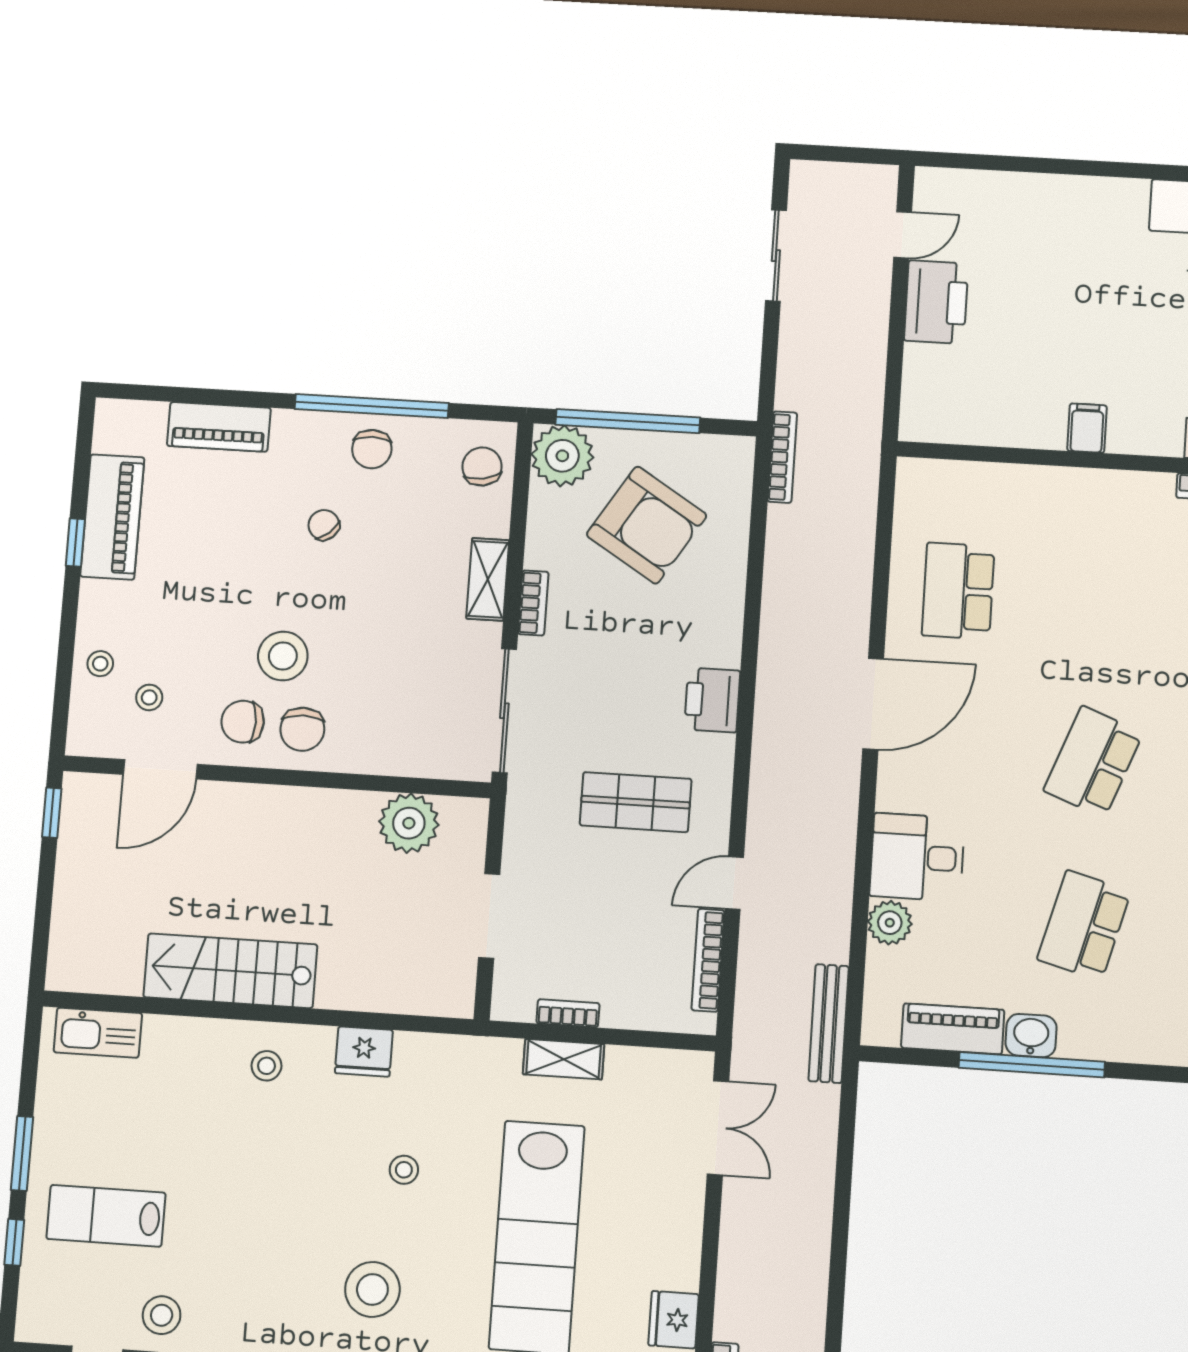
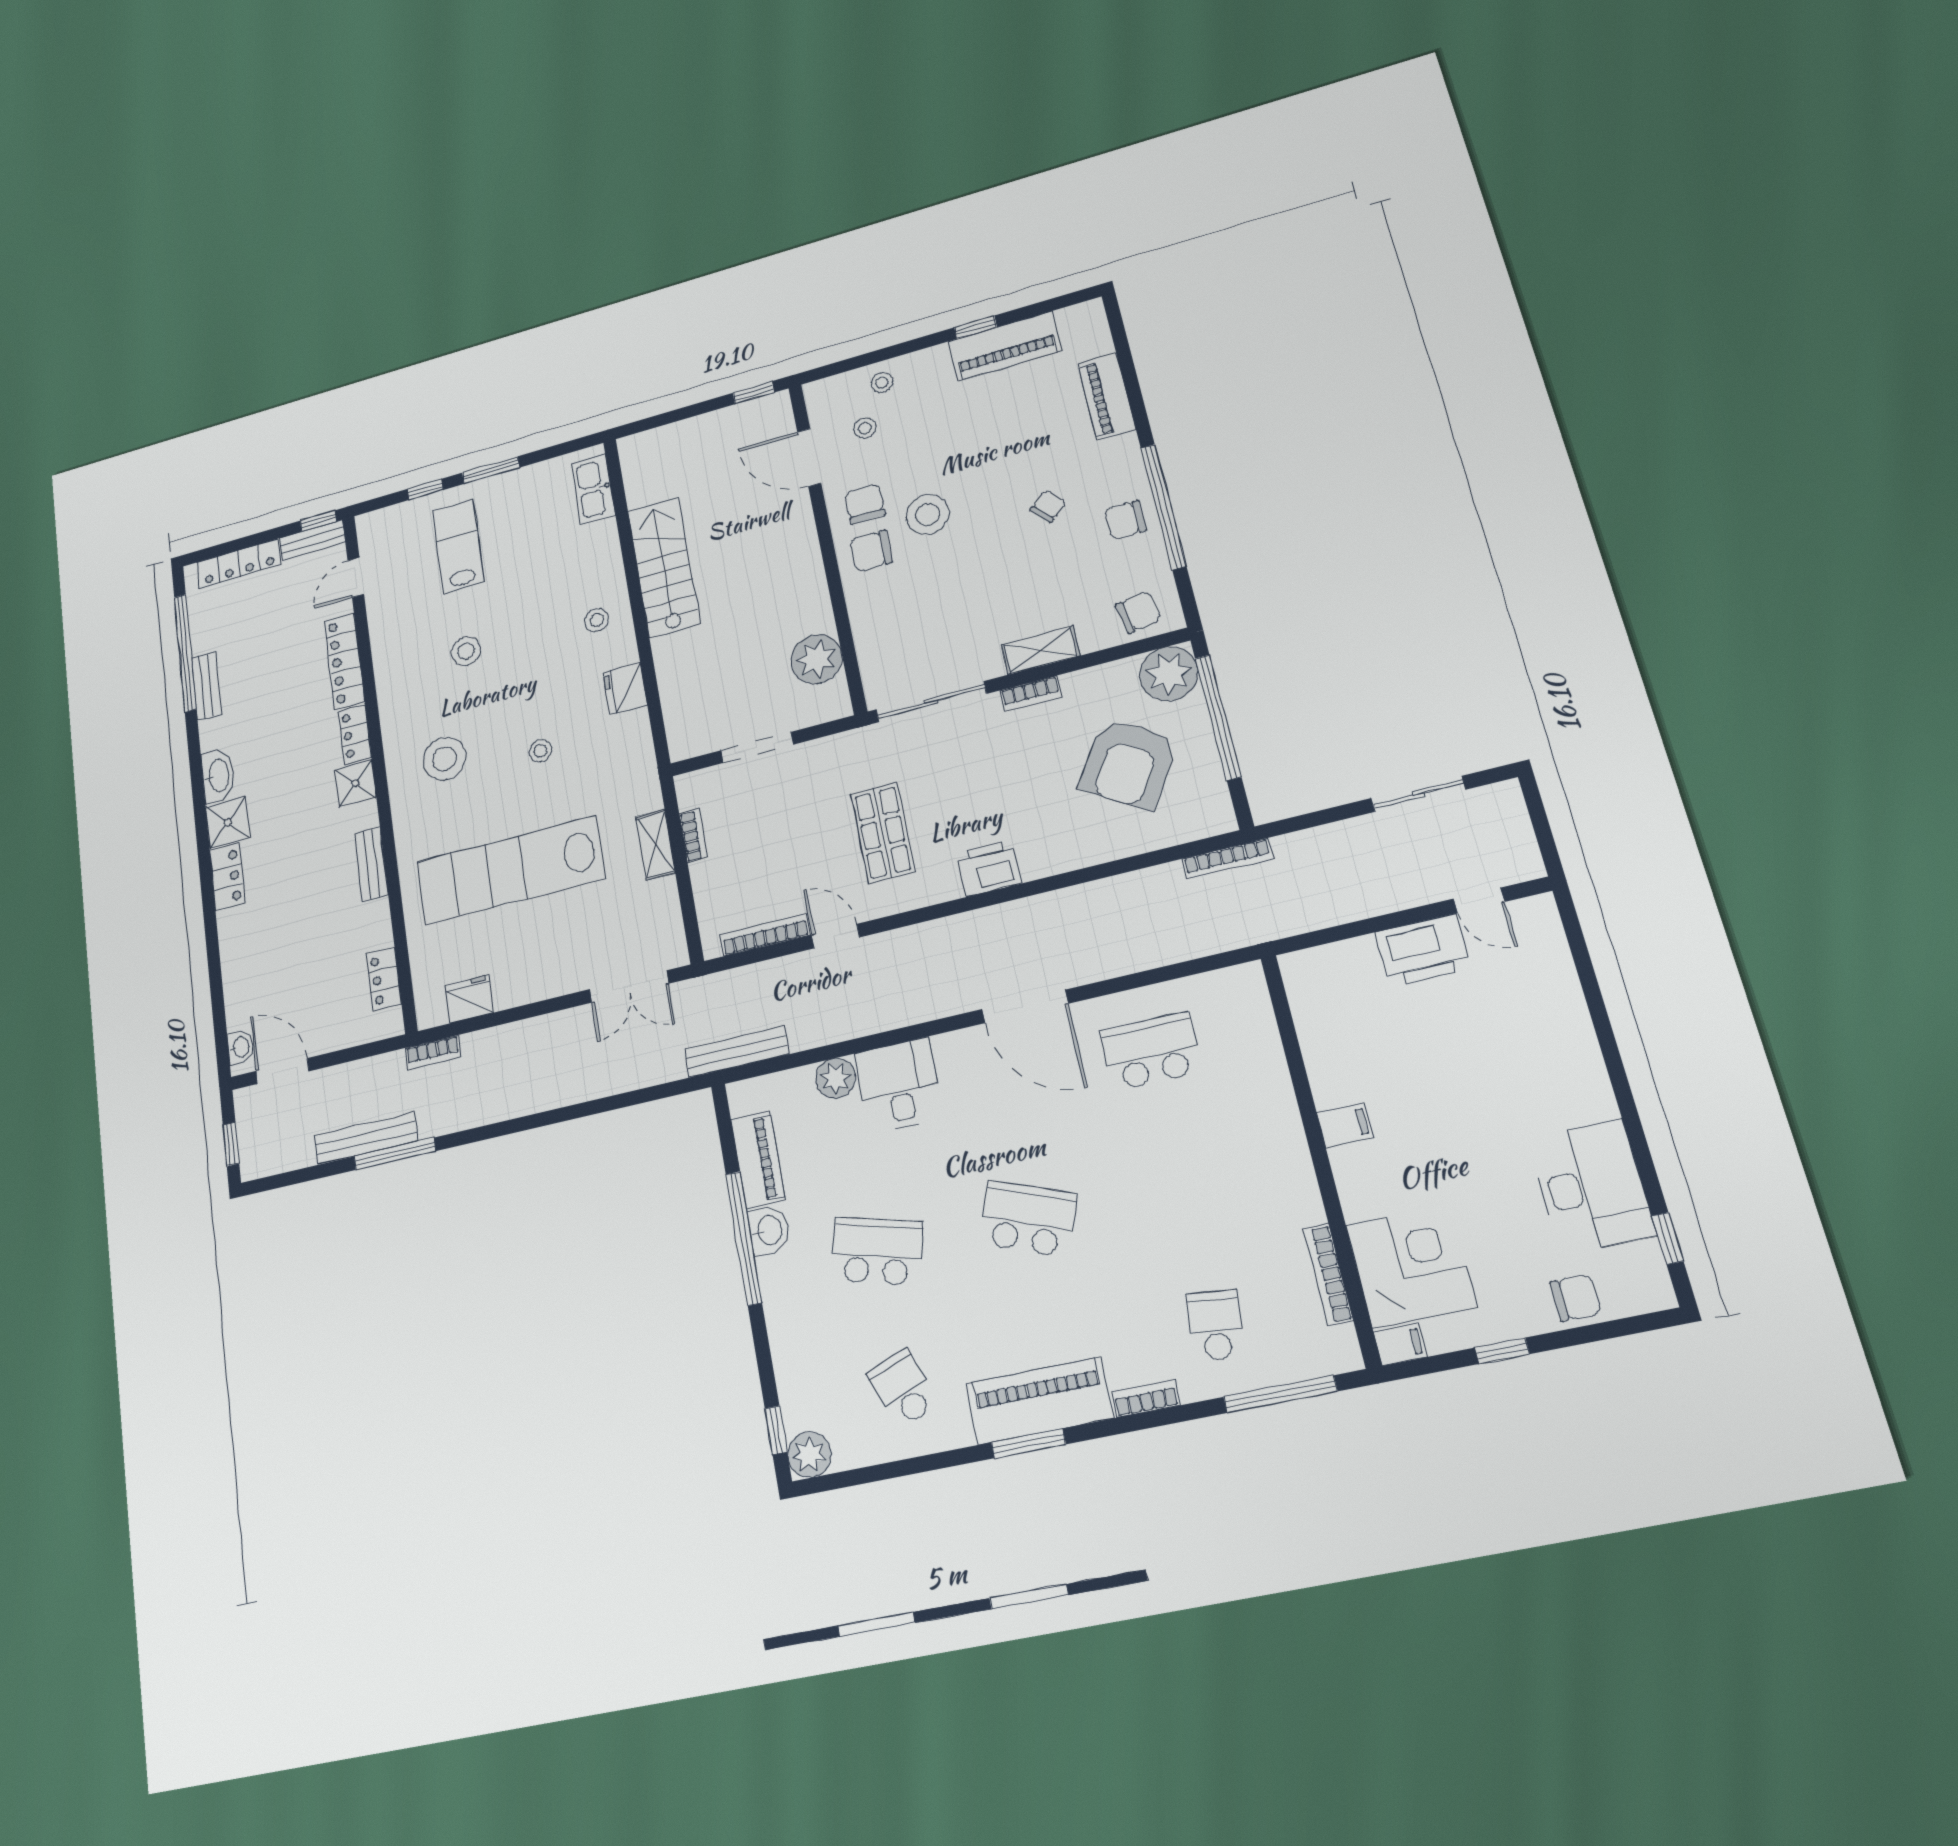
stool: (162, 1315) -> (466, 651), moved

